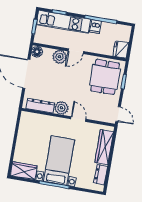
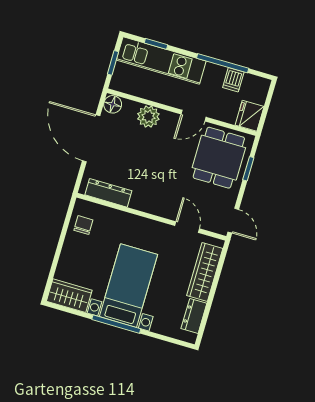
dishwasher: (95, 26) -> (233, 80), moved
door: (76, 51) -> (194, 116), moved
plant: (61, 108) -> (142, 200), removed
door: (78, 119) -> (187, 227), moved
chair: (27, 127) -> (83, 225), added

